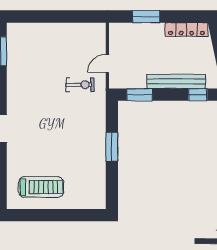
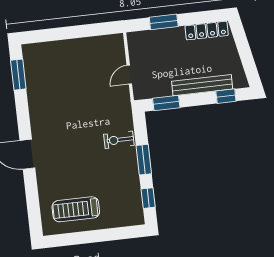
exercise bike: (80, 85) -> (119, 140), moved, turned 180
window: (112, 184) -> (148, 198), added
treadmill: (41, 187) -> (76, 209), turned 180

